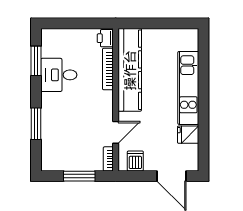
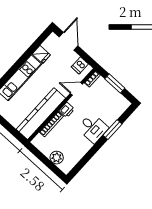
plant: (69, 38) -> (57, 158), added
printer: (105, 38) -> (67, 110), moved
window: (36, 61) -> (84, 161), removed
desk: (59, 75) -> (93, 128), moved

